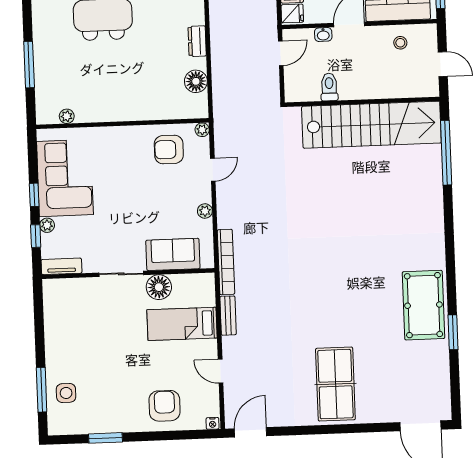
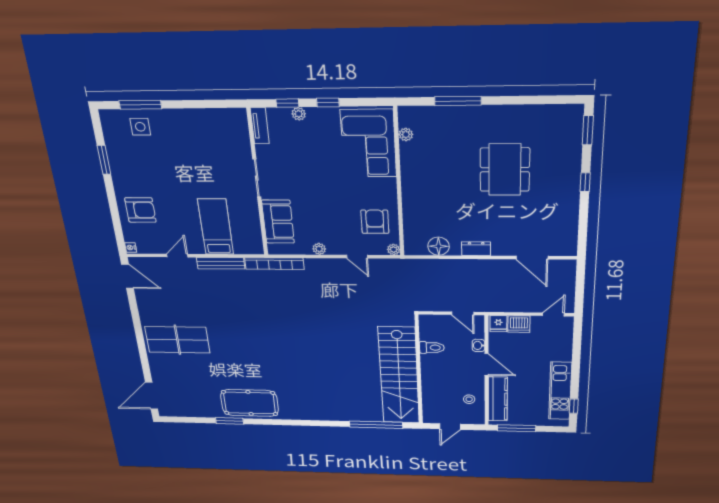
corner sofa: (65, 178) -> (369, 143), moved, turned 90
floor lamp: (159, 287) -> (247, 209), removed
bench: (228, 316) -> (221, 263), width x1.36

